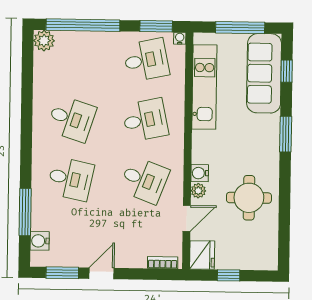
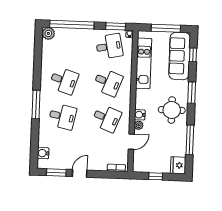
desk: (145, 120) -> (108, 82), turned 33
round table: (249, 198) -> (172, 110), moved
window: (25, 212) -> (36, 104), moved
window: (284, 213) -> (190, 140), added
fridge: (202, 255) -> (178, 165), moved, turned 180

